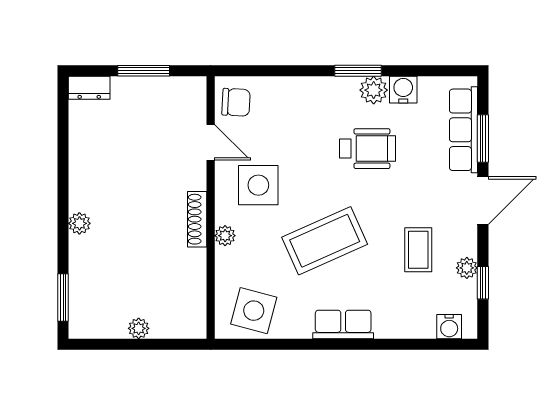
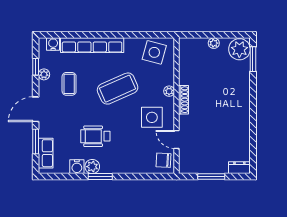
row of seats: (464, 130) -> (46, 153), width x0.68
plant: (79, 223) -> (239, 49), moved, width x1.87, depth x1.87
row of seats: (343, 324) -> (92, 45), width x2.02

